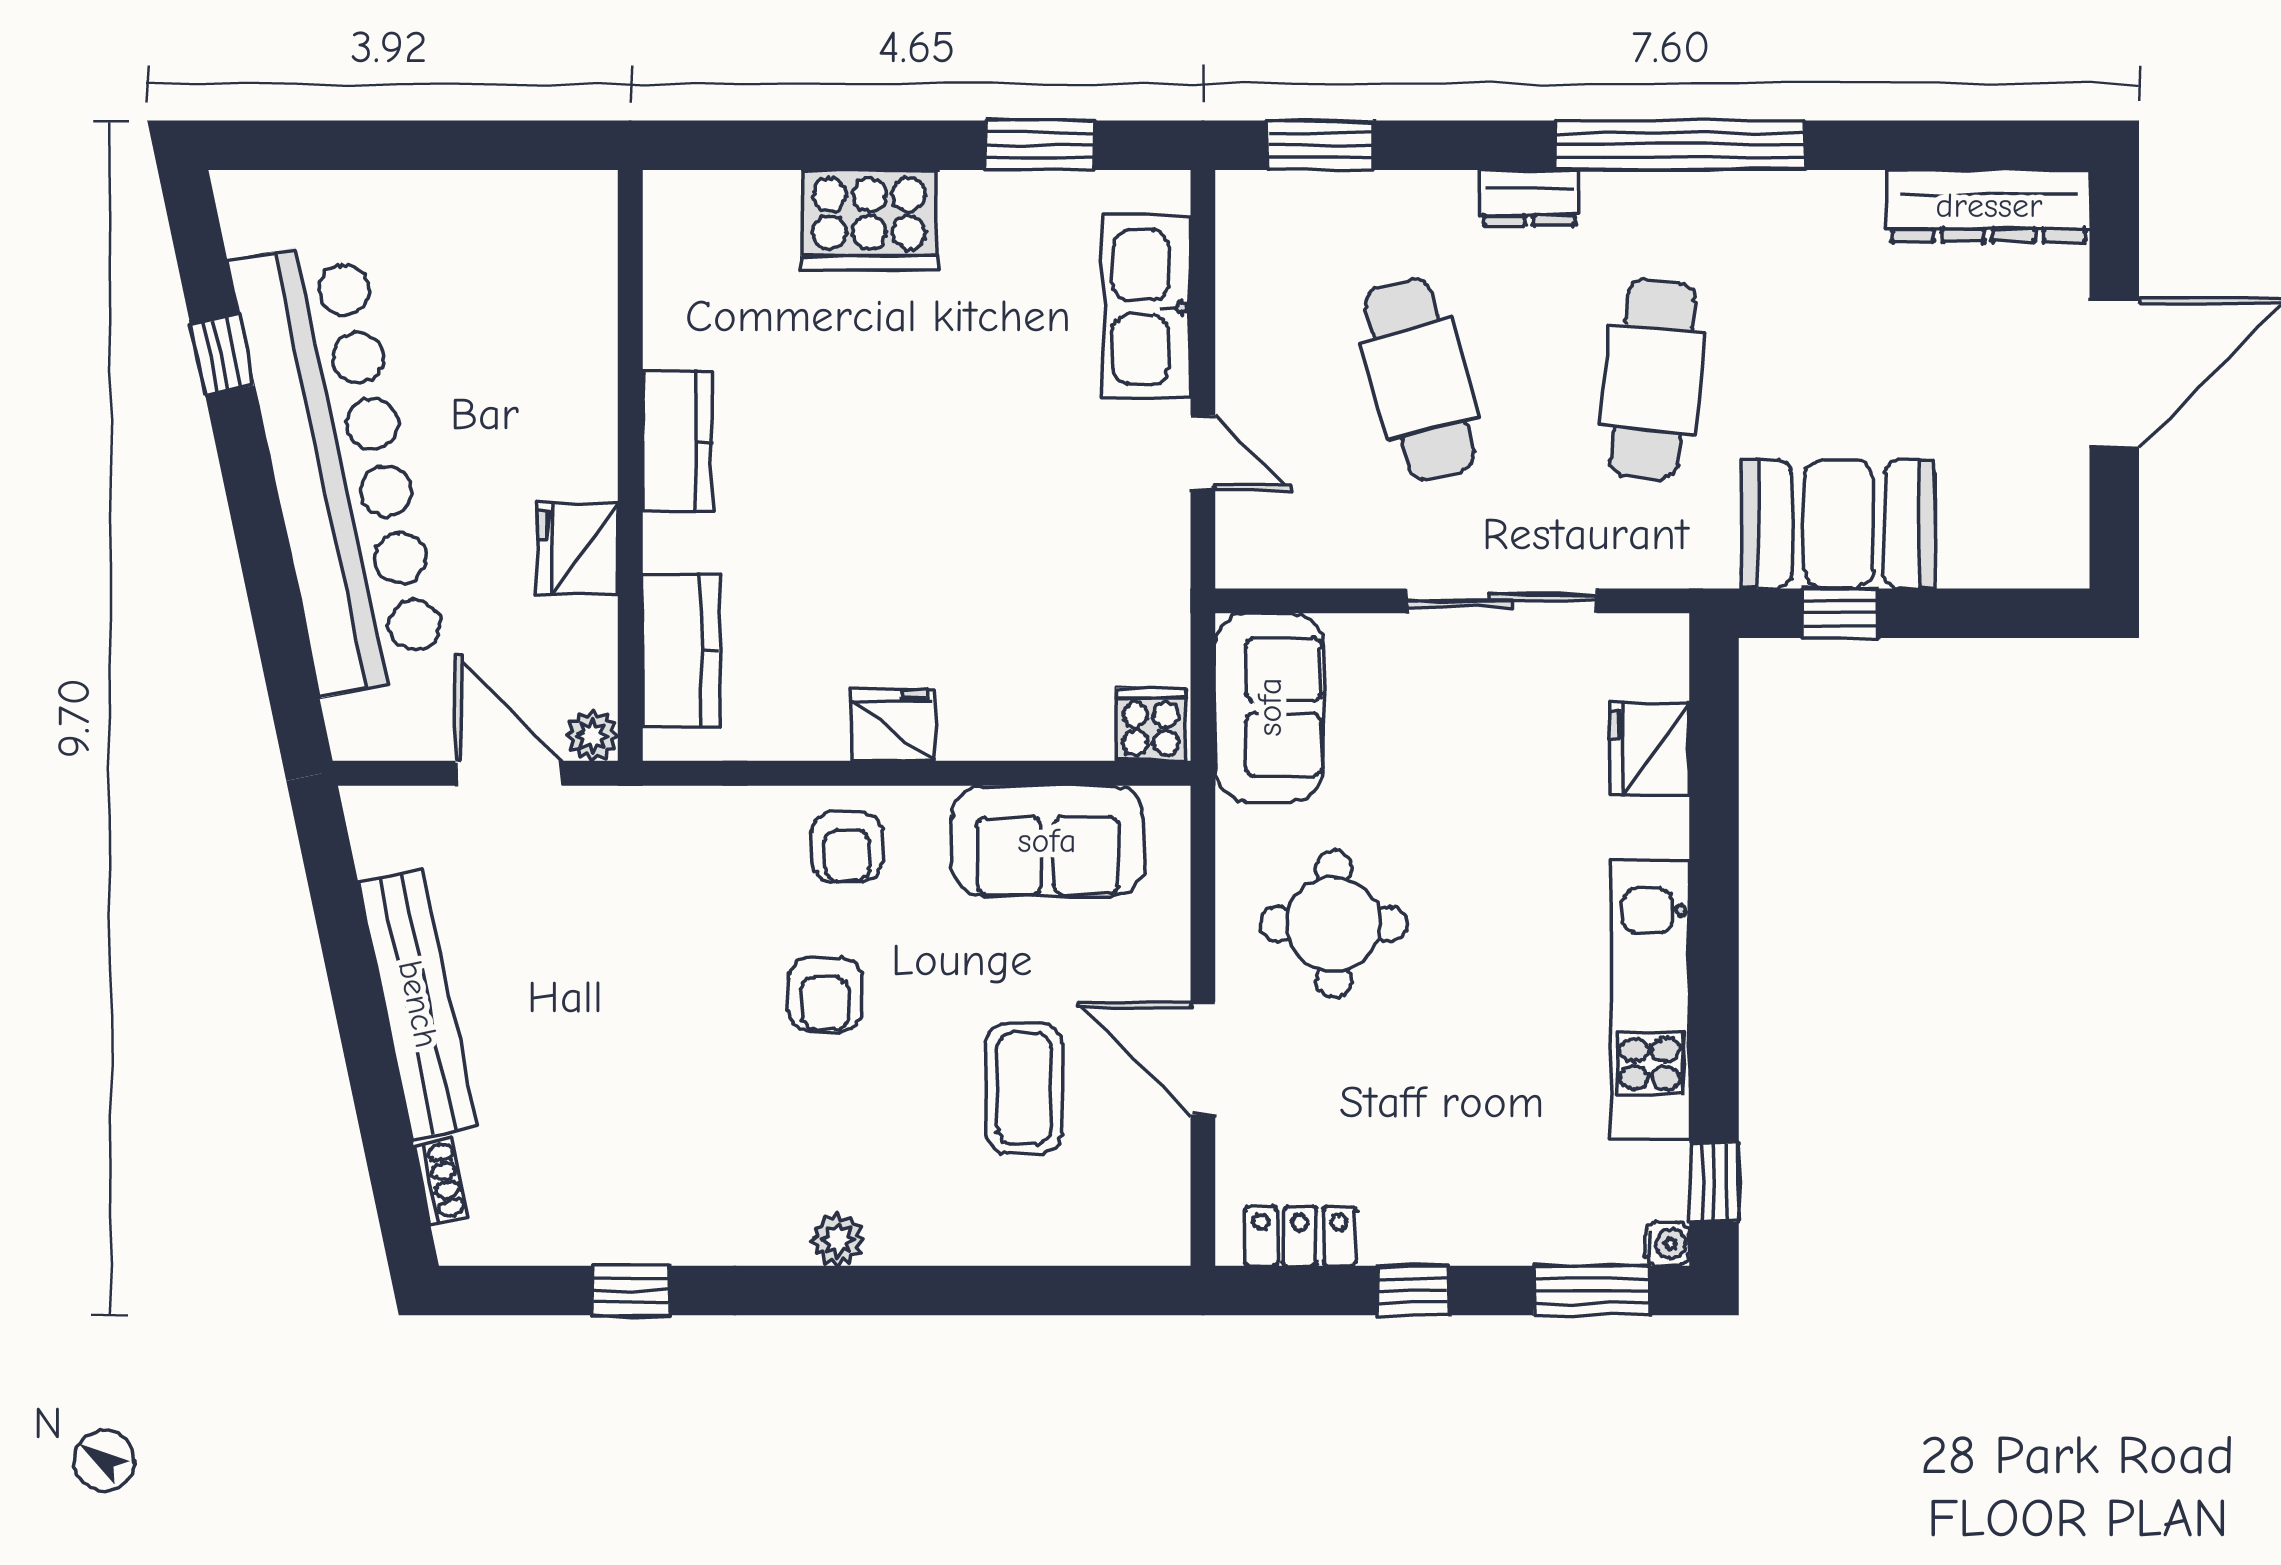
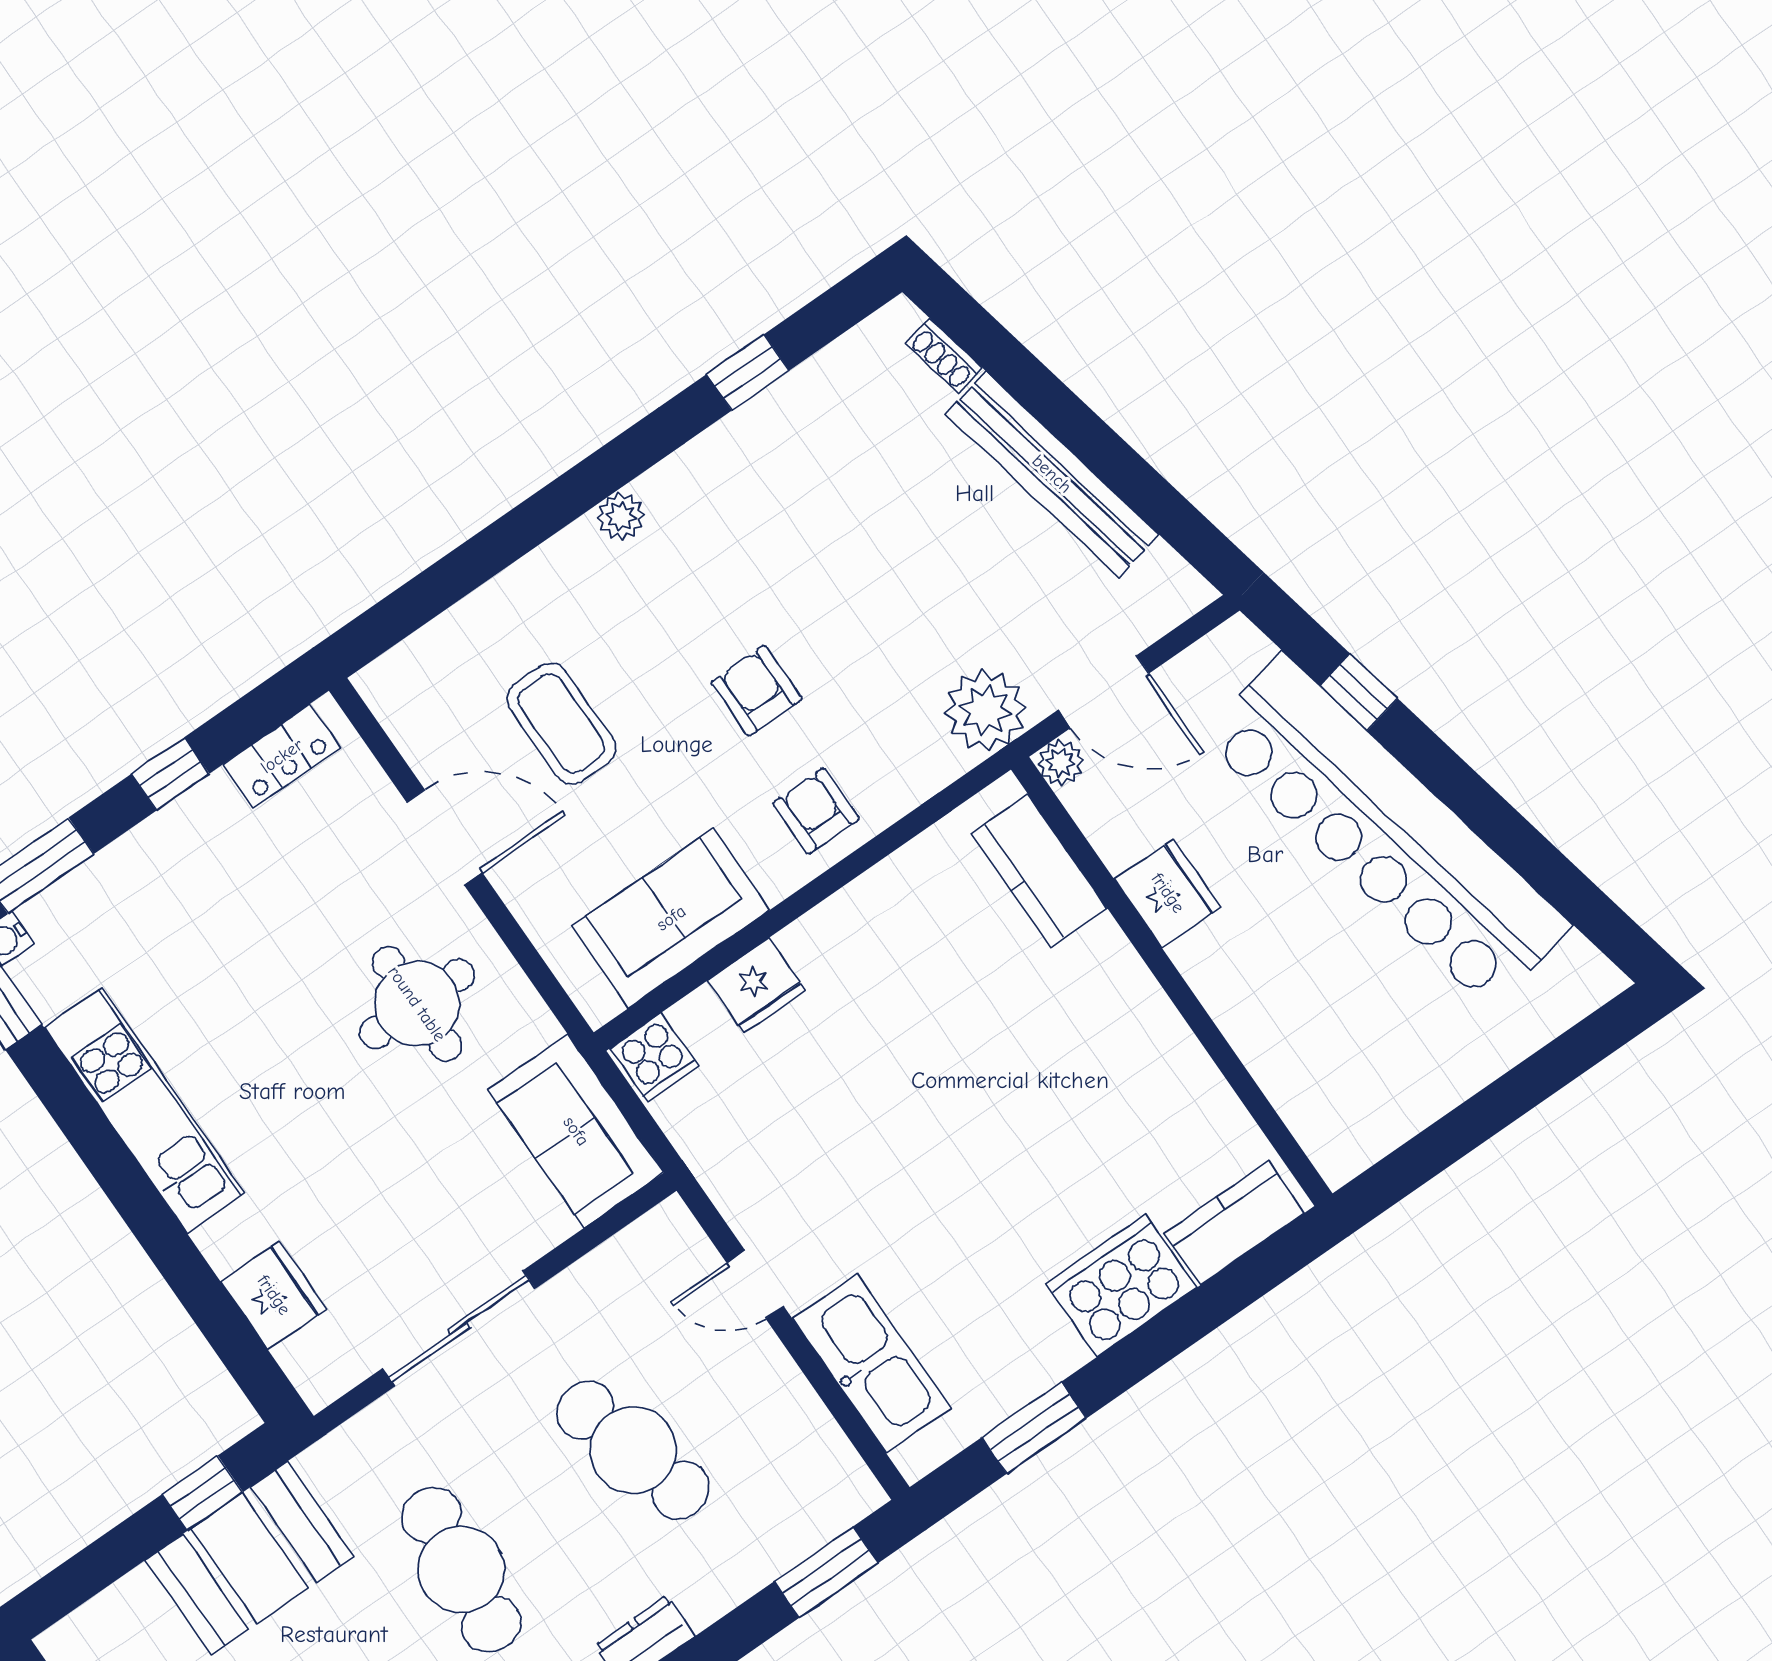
window: (222, 355) -> (1359, 692), moved
kitchen counter: (678, 441) -> (1234, 1223), moved, turned 90
fridge: (893, 725) -> (756, 986), moved
plant: (628, 831) -> (986, 710), added

